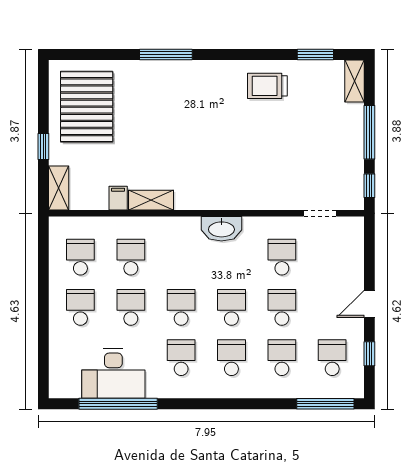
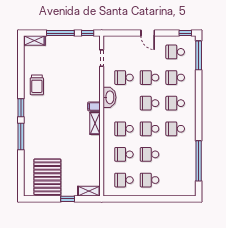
window: (315, 54) -> (21, 108), moved
pallet: (87, 107) -> (47, 177), turned 90
filing cabinet: (118, 198) -> (94, 106), moved
shelving: (151, 200) -> (95, 123), moved
washbasin: (221, 229) -> (109, 97), moved
school desk: (181, 257) -> (124, 129), added
window: (369, 354) -> (185, 33), moved
desk: (113, 374) -> (183, 163), removed

